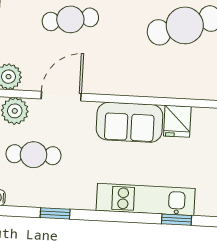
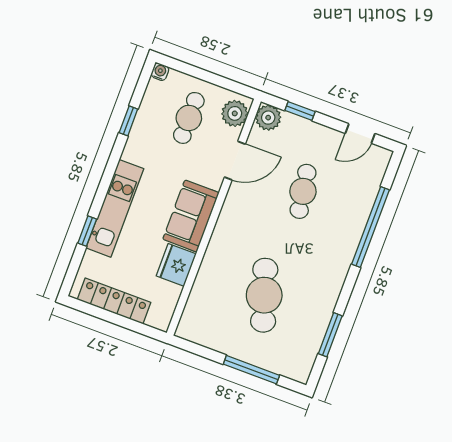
door: (61, 96) -> (235, 161), hinge flipped
fridge: (177, 121) -> (176, 265), width x1.38

